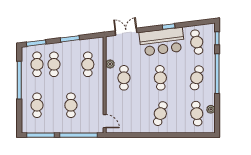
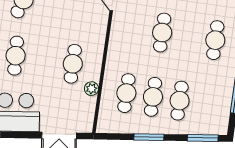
cafe table: (37, 64) -> (153, 97), moved

